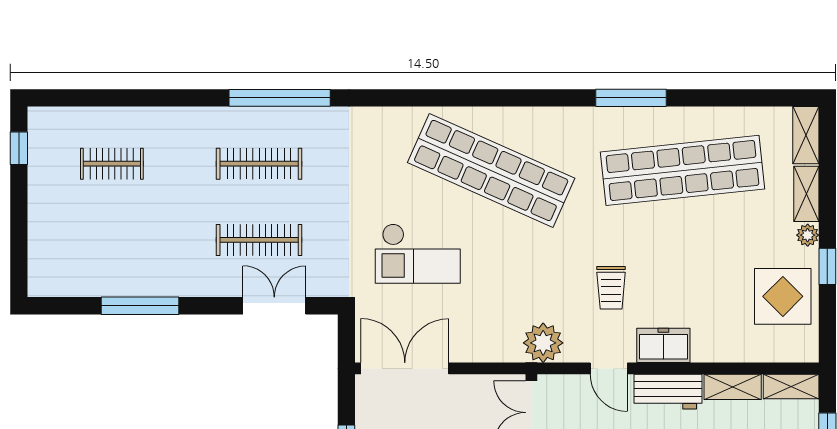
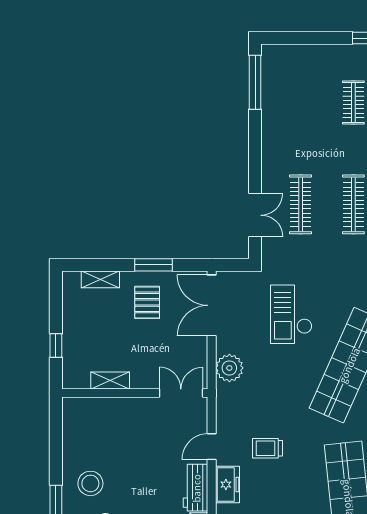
window: (140, 306) -> (255, 82), moved
plant: (543, 343) -> (229, 368), moved
double door: (405, 368) -> (212, 305), swing flipped

